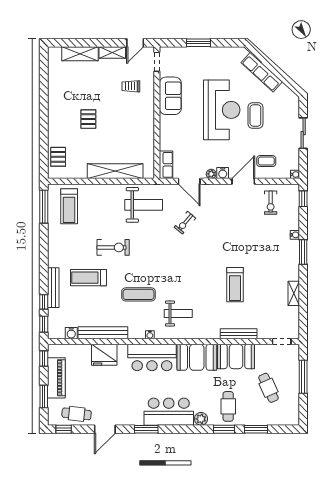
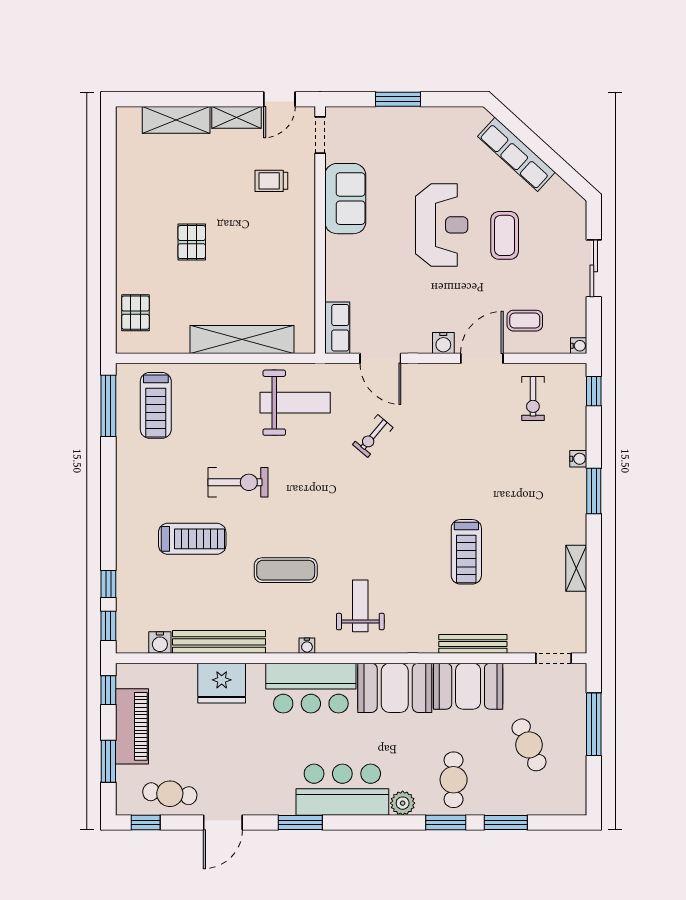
reception desk: (222, 110) -> (442, 225), width x0.74, depth x0.77
plant: (211, 174) -> (422, 345), removed
treadmill: (89, 278) -> (192, 539), turned 180
bench: (53, 288) -> (126, 557), removed
weight bench: (178, 314) -> (360, 606), turned -90

